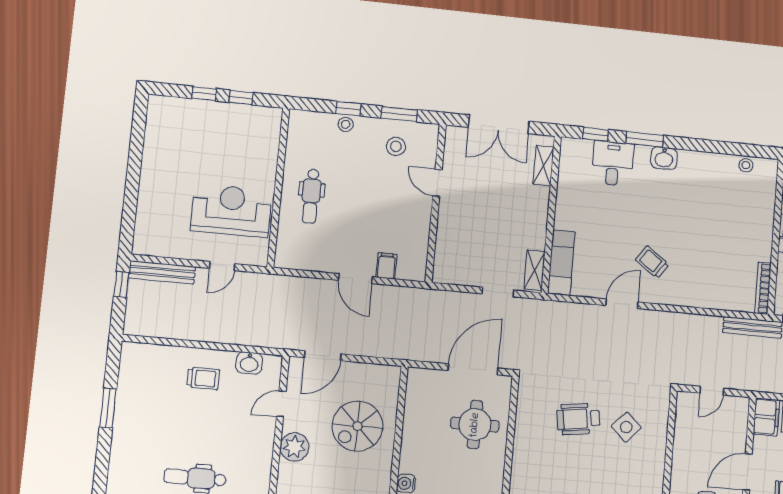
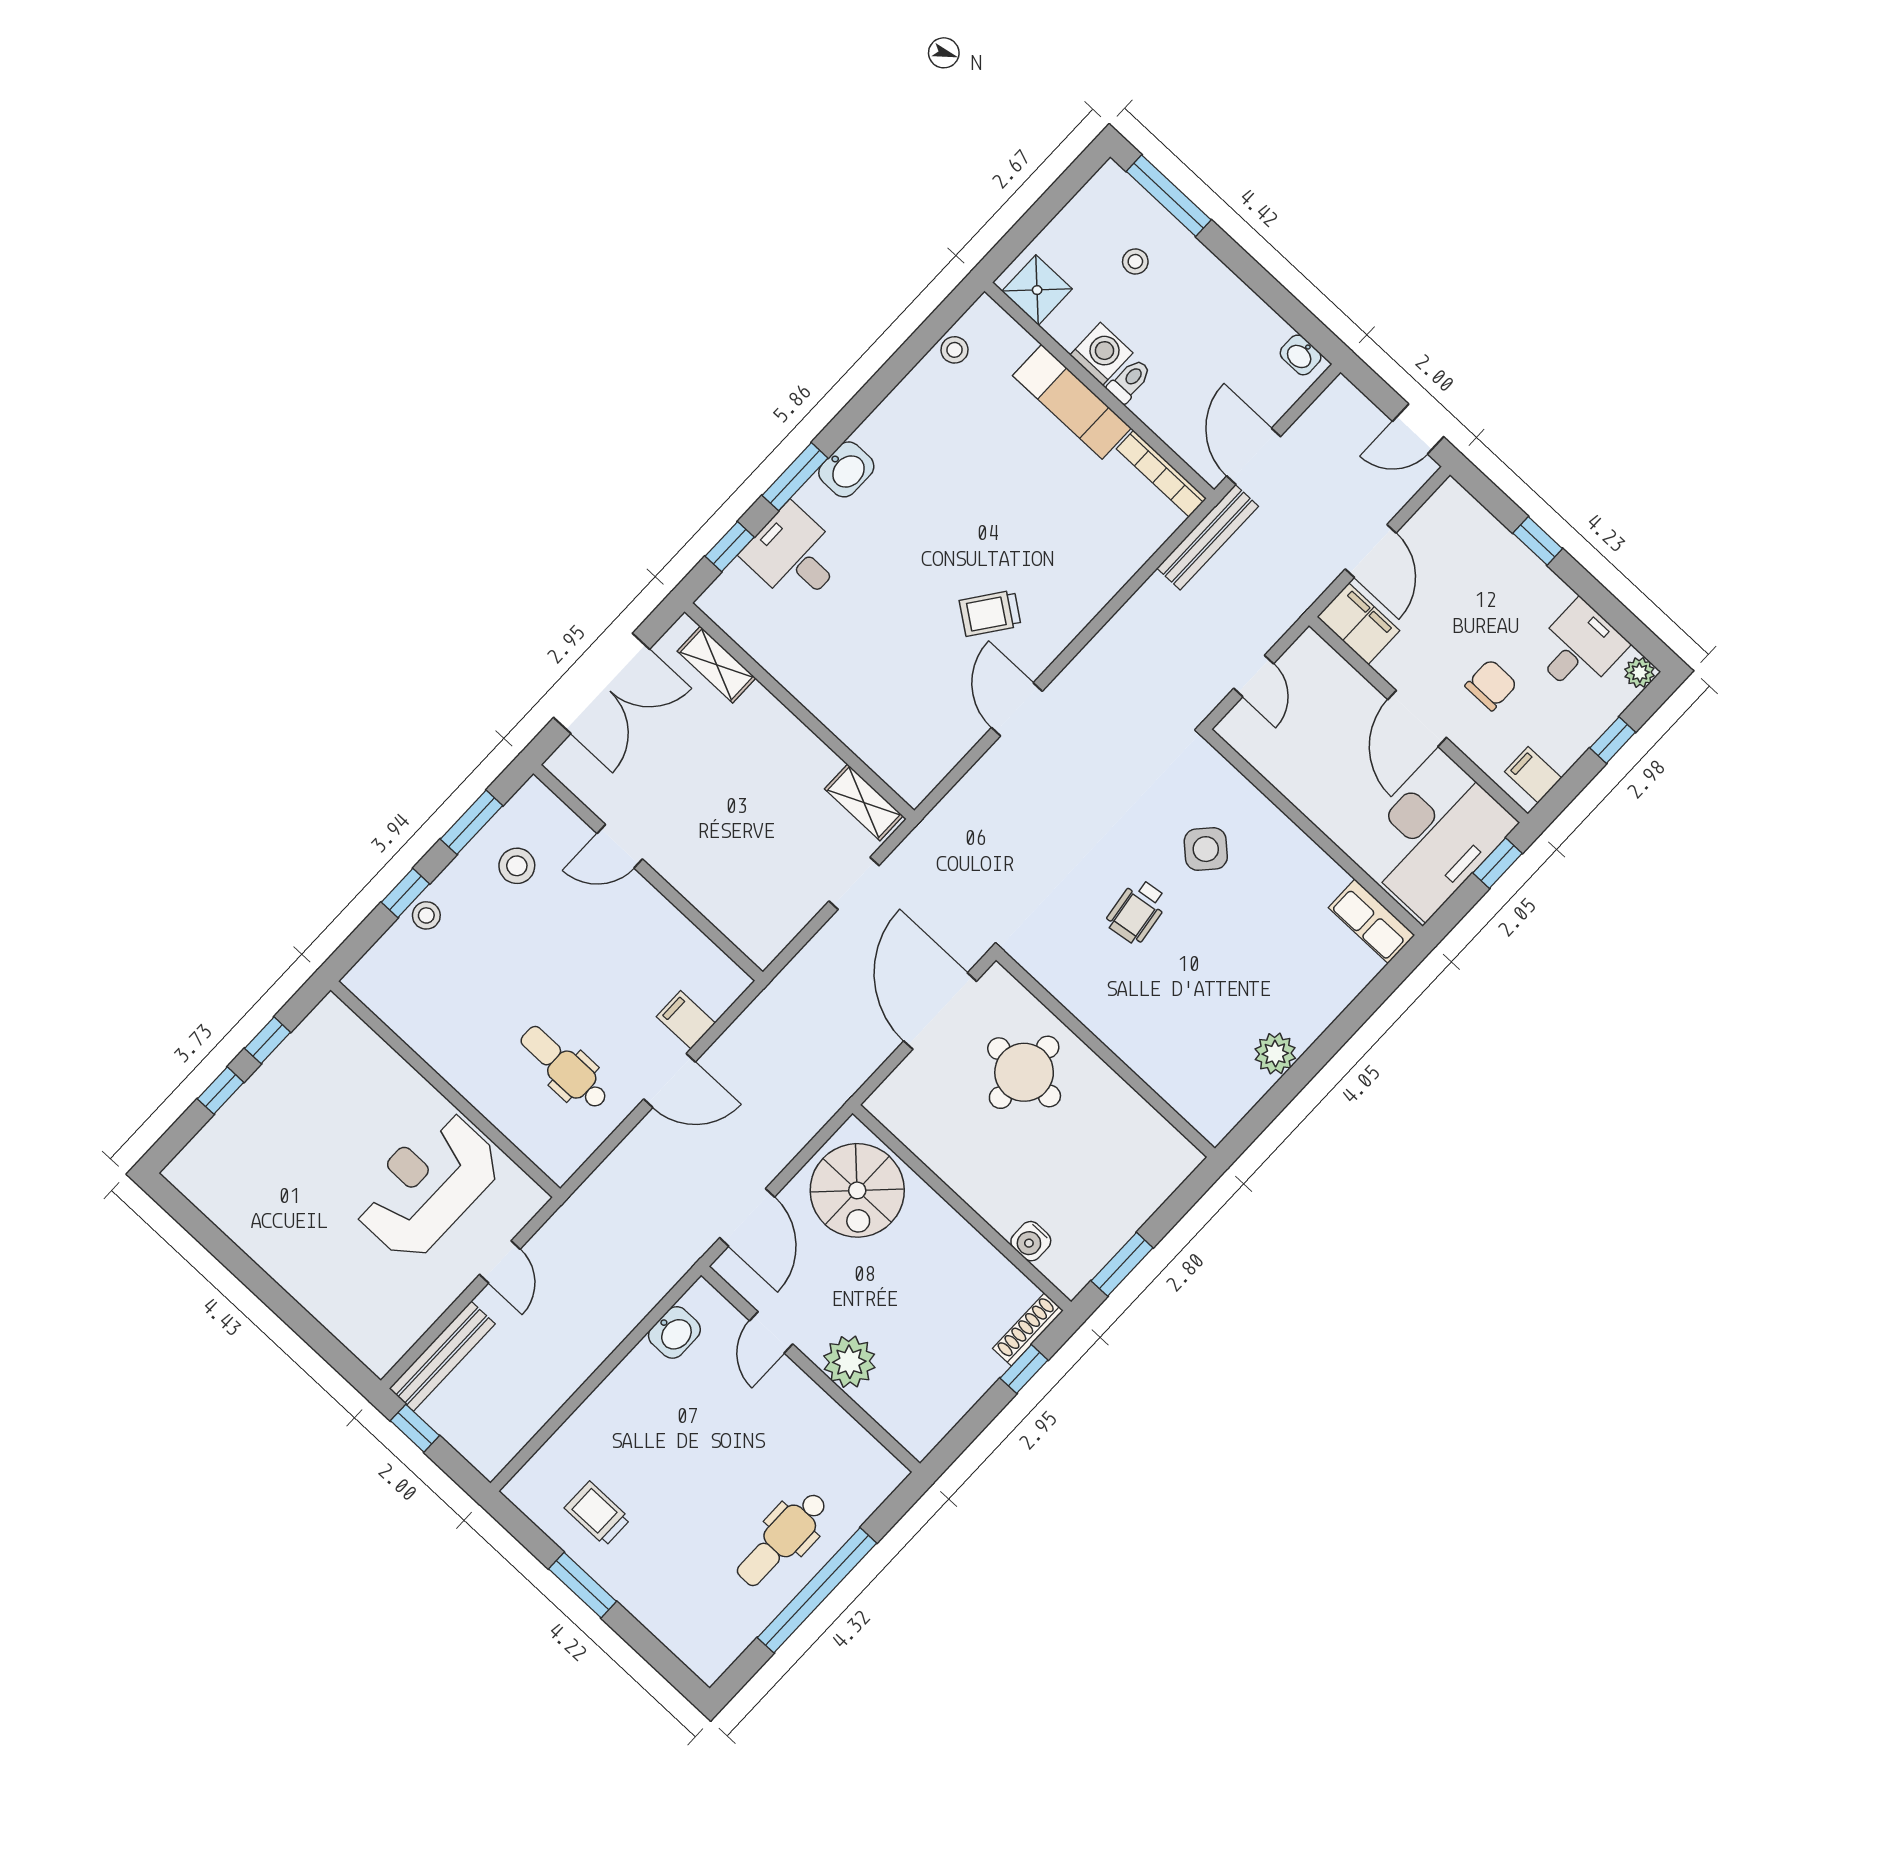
dental chair: (311, 196) -> (564, 1068), moved, turned 180
exam couch: (561, 263) -> (1072, 402), moved, turned 180
trolley: (203, 378) -> (597, 1514), moved, turned -90
wheelchair: (578, 419) -> (1137, 911), width x0.73, depth x0.73
spiral stairs: (357, 426) -> (857, 1190), moved

